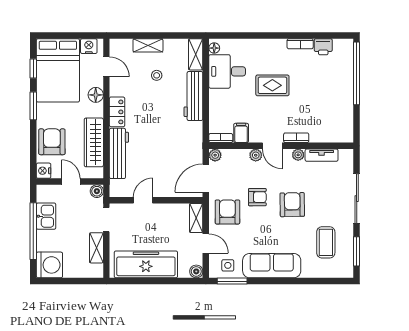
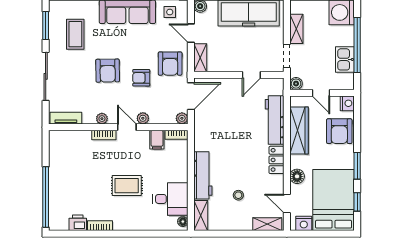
shelving: (148, 45) -> (267, 224), moved
tv unit: (322, 155) -> (66, 118), moved

